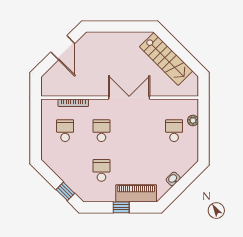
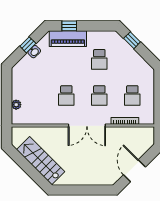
double door: (129, 98) -> (87, 126), moved
school desk: (174, 131) -> (66, 96), moved
window: (180, 186) -> (28, 45), added
window: (121, 207) -> (69, 26), moved

